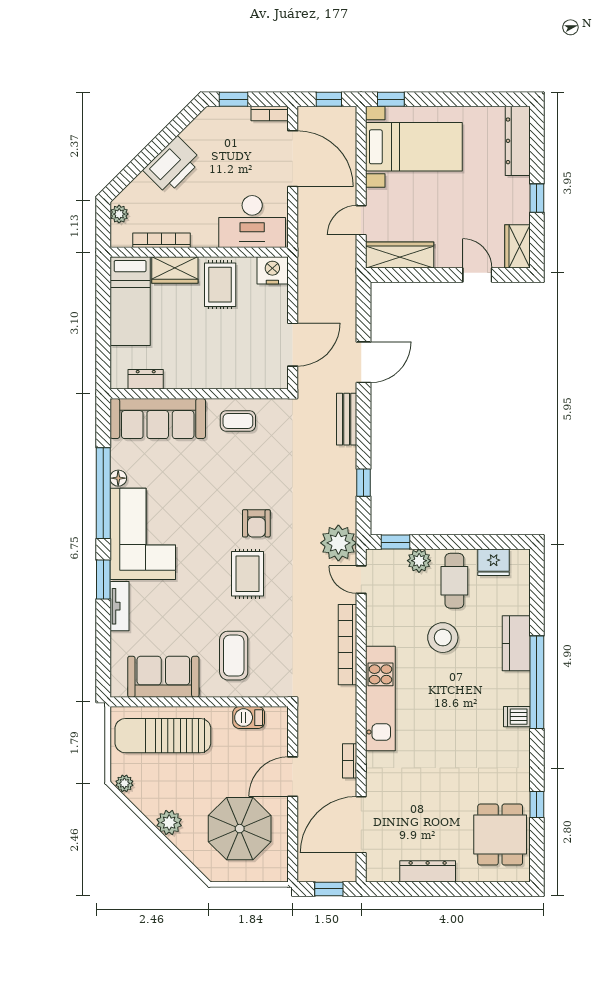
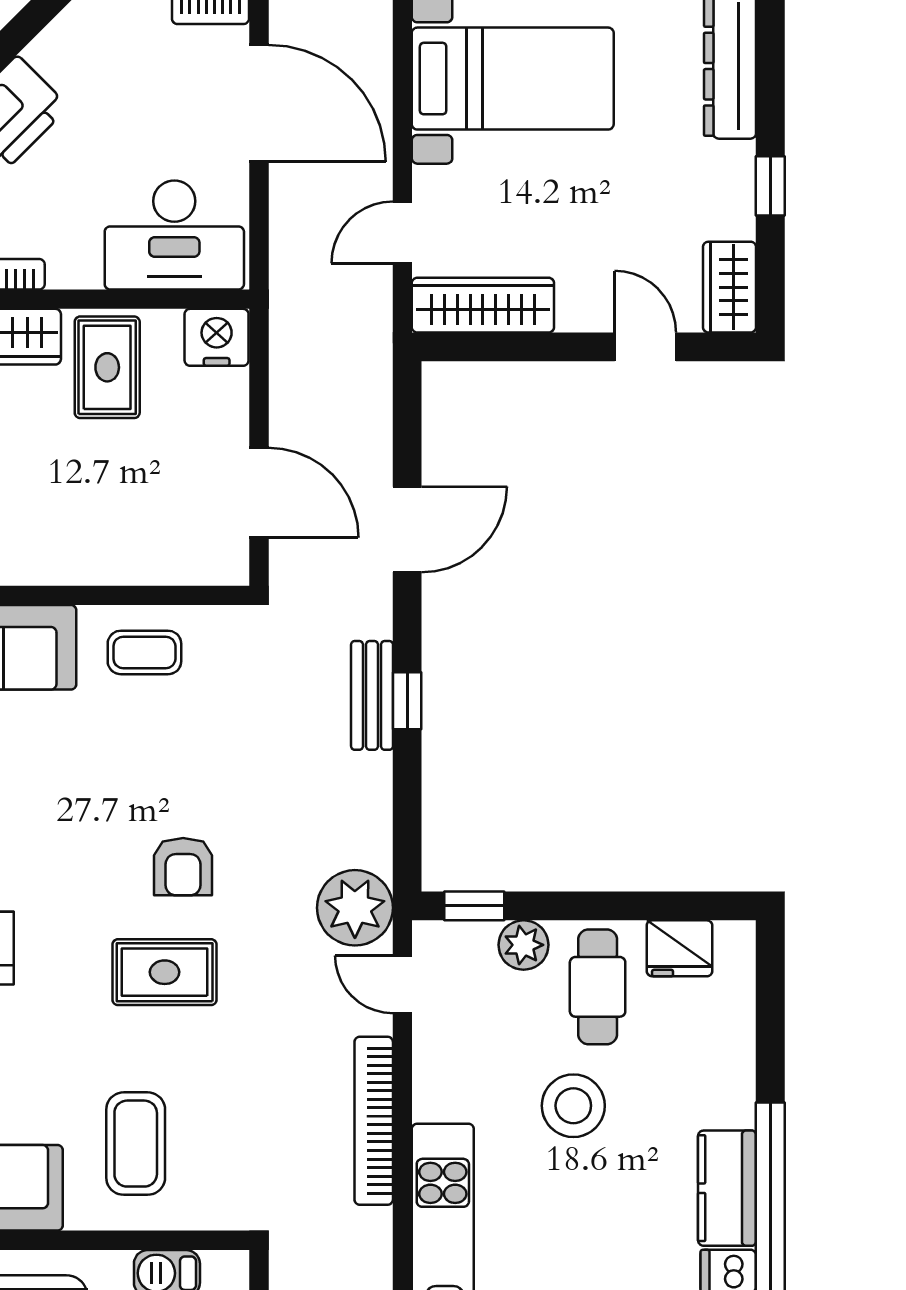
door: (293, 345) -> (259, 493), hinge flipped
bench: (347, 419) -> (372, 695), moved
window: (363, 483) -> (407, 701), moved
rug: (248, 574) -> (165, 972), turned 90
kitchen counter: (516, 643) -> (727, 1188), moved

